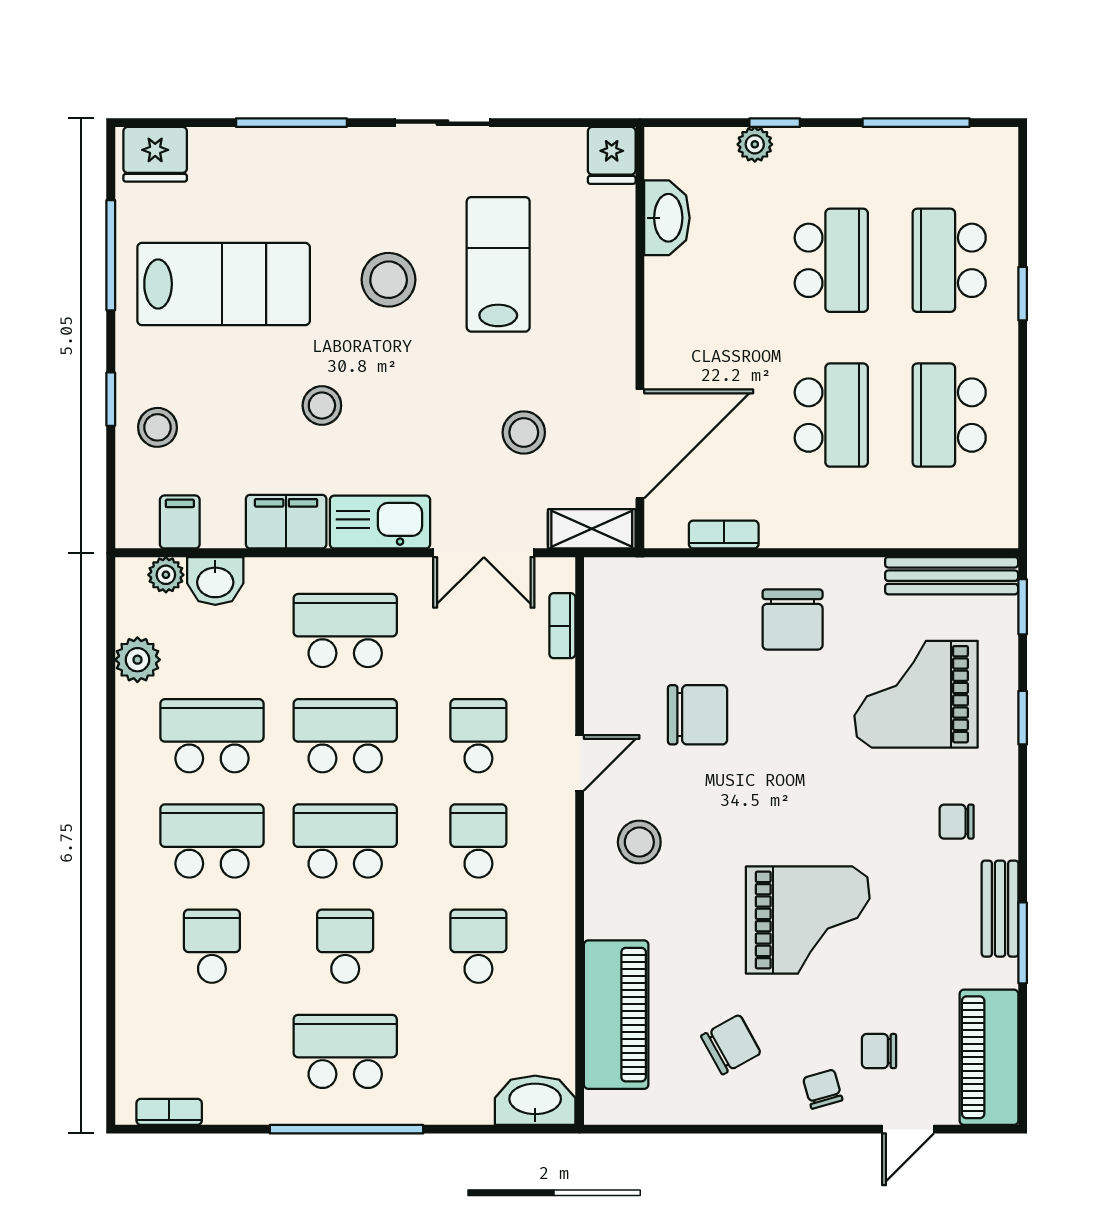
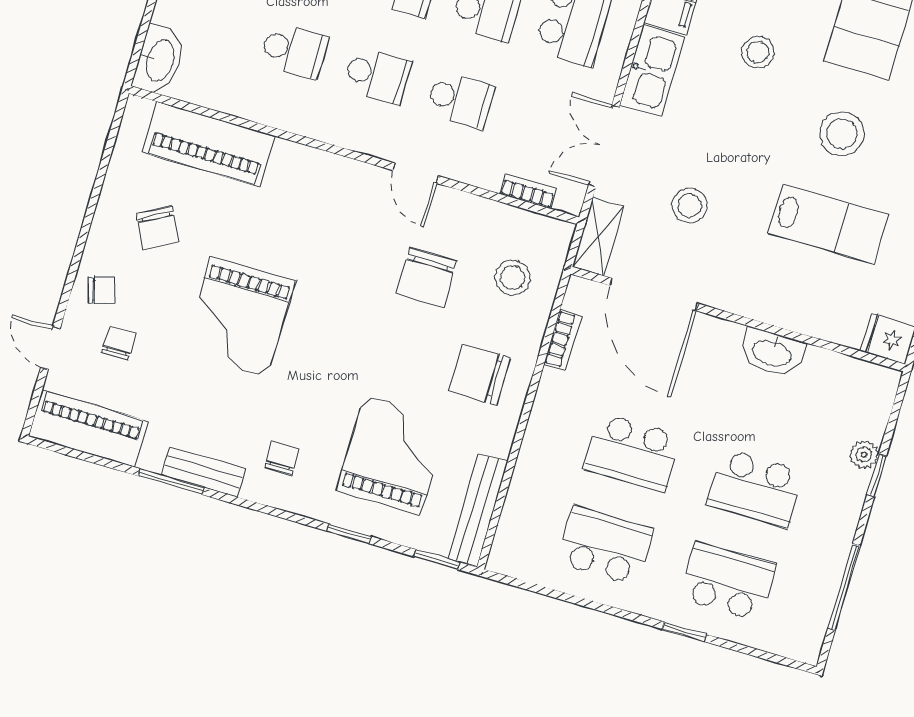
washbasin: (667, 218) -> (772, 352), moved
stool: (639, 842) -> (513, 278), moved

